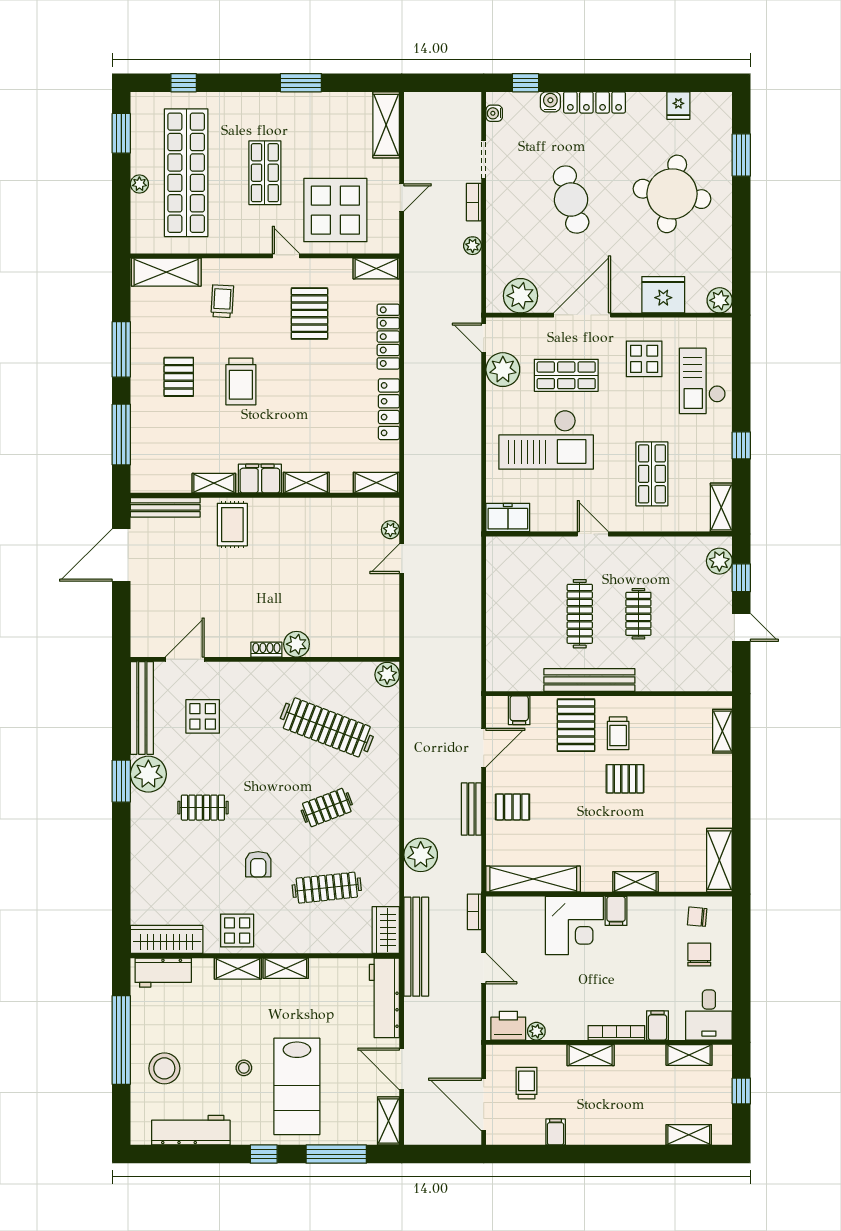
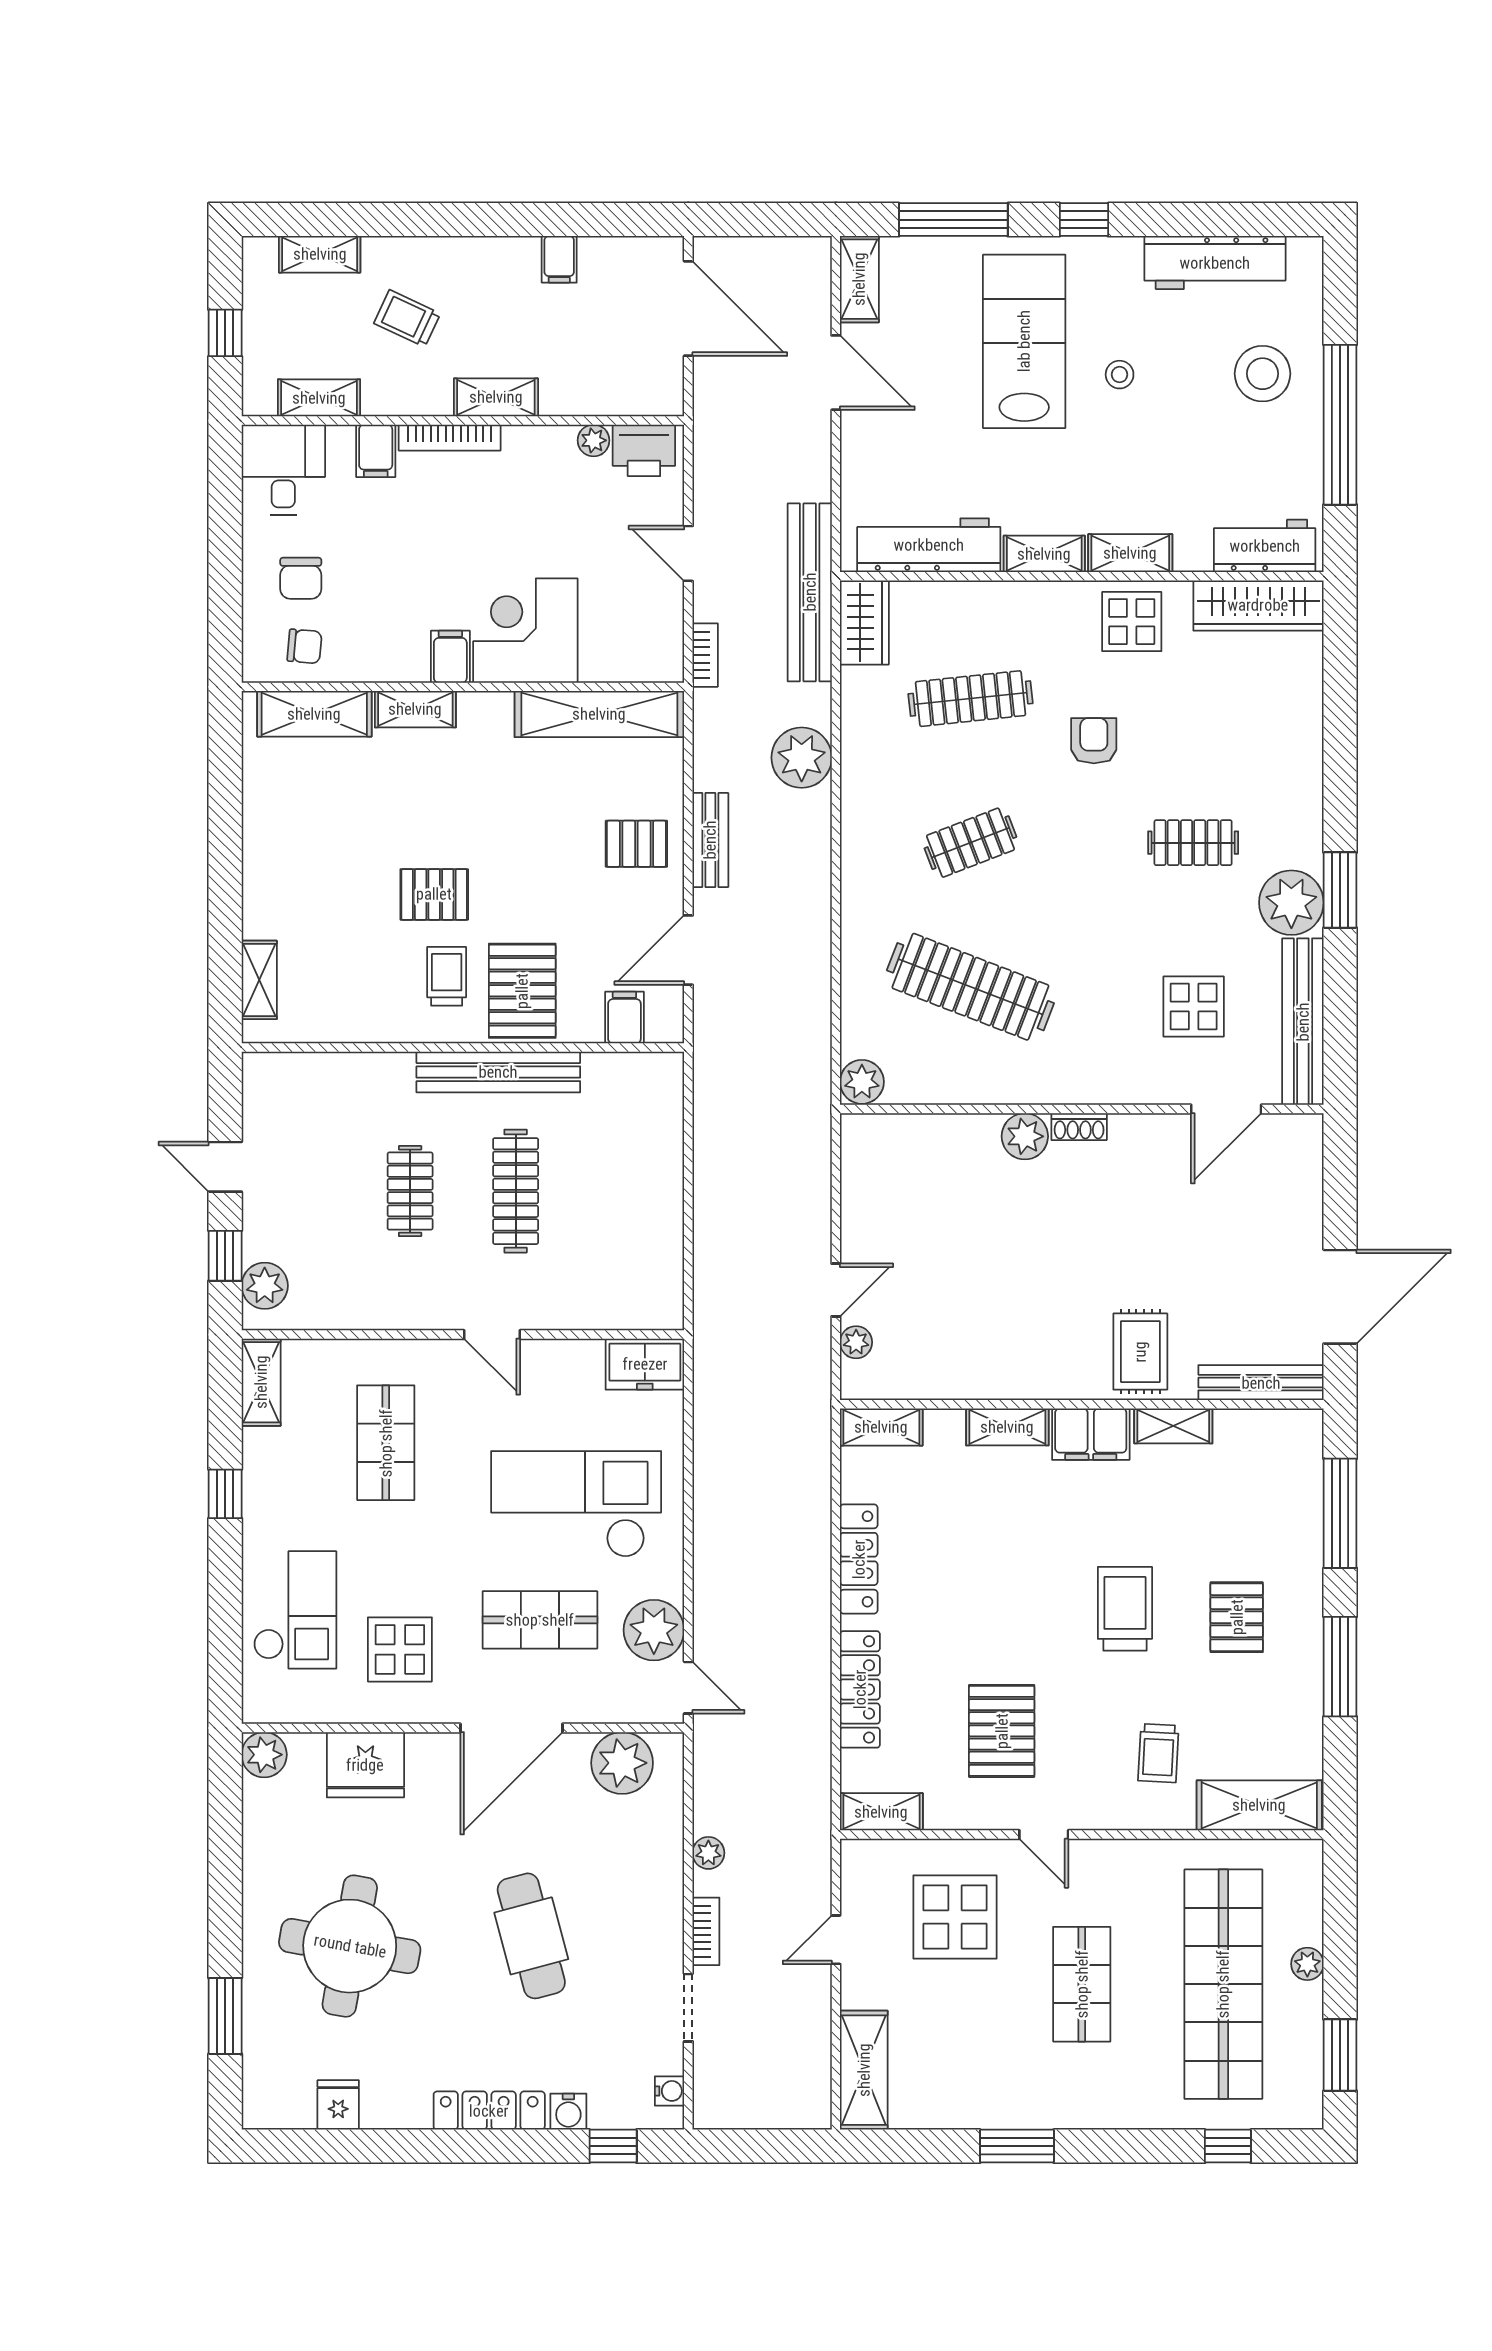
display table: (335, 210) -> (955, 1917), width x0.73, depth x0.73
shelving: (719, 860) -> (314, 714), moved, turned 90
workbench: (384, 998) -> (929, 545), moved, turned -90
trolley: (527, 1083) -> (407, 318), moved, turned 115

